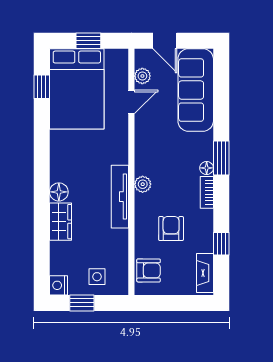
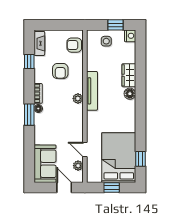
sofa: (196, 90) -> (45, 164), width x0.73
door: (131, 102) -> (85, 150), hinge flipped

